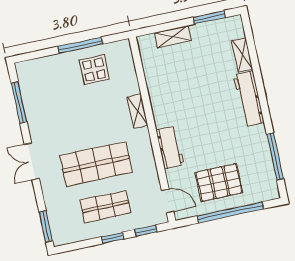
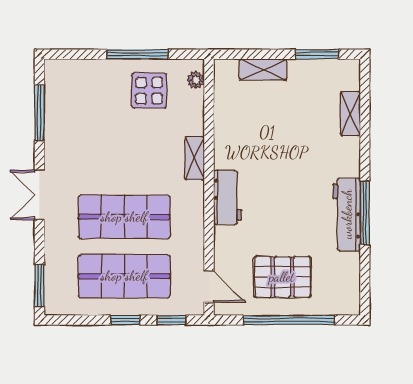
plant: (126, 55) -> (196, 80), added
workbench: (249, 99) -> (347, 214), moved
workbench: (170, 147) -> (228, 197), moved
window: (275, 157) -> (365, 213), moved
shop shelf: (105, 207) -> (124, 276), width x1.43, depth x1.36

